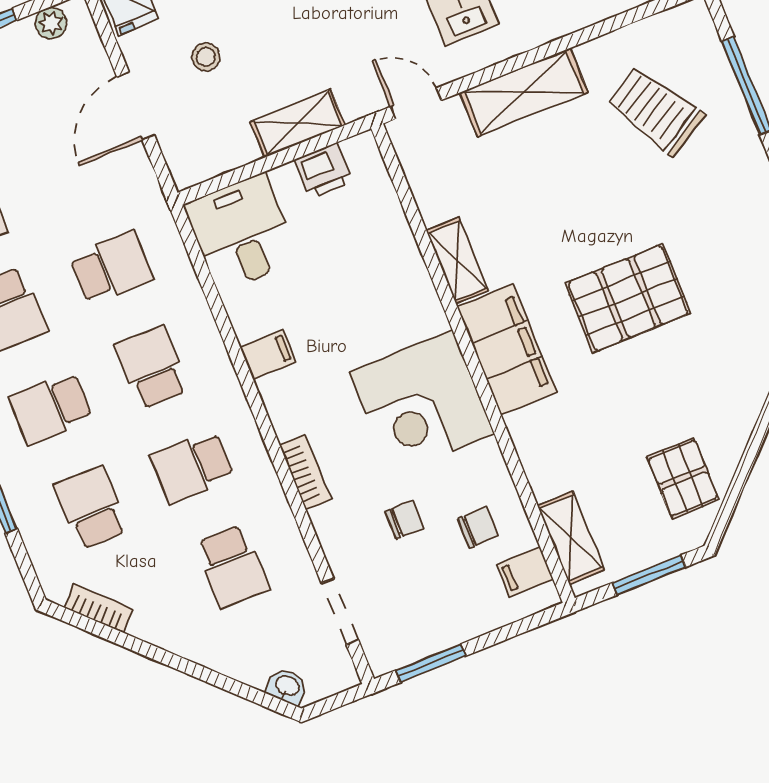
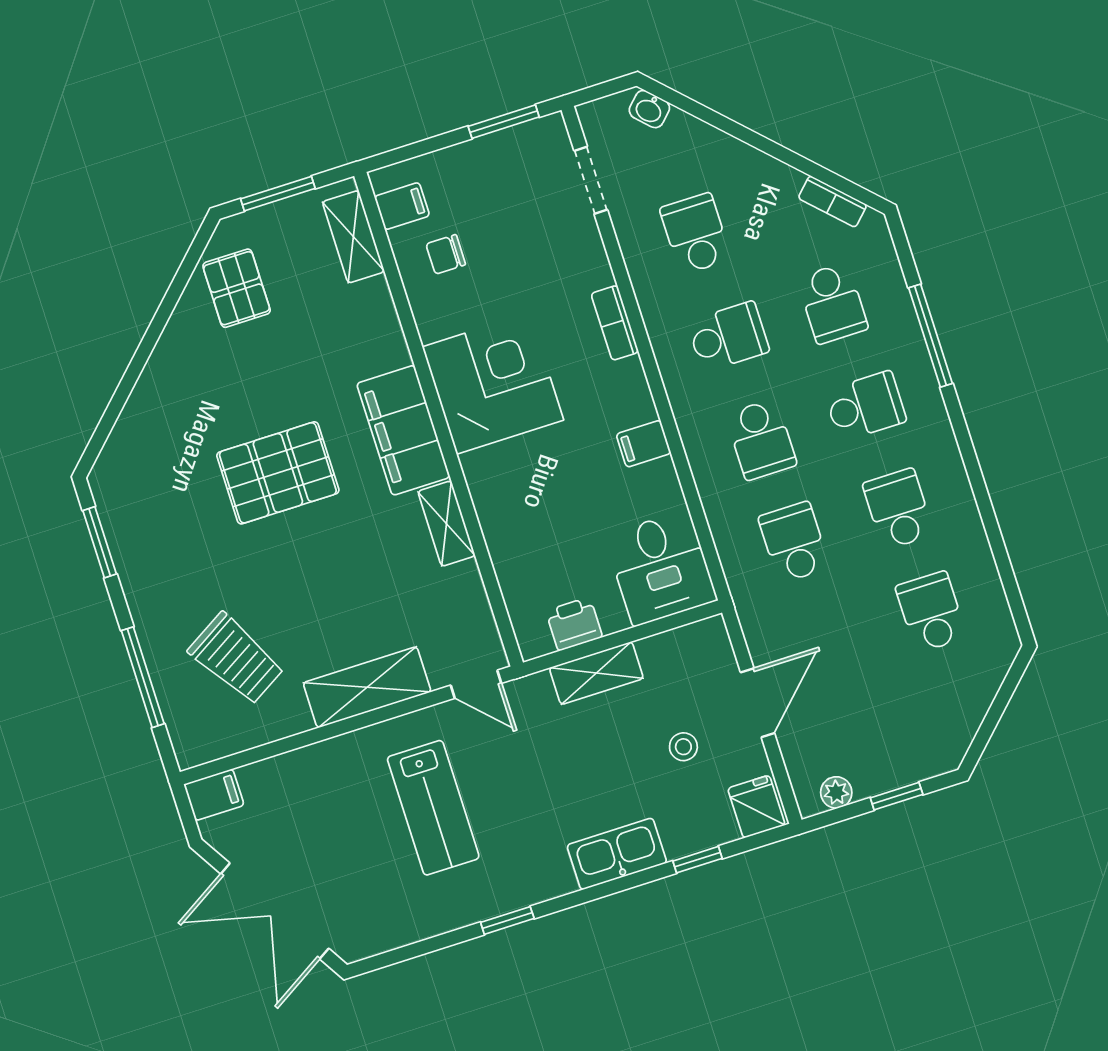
school desk: (112, 268) -> (794, 542), turned 90
chair: (405, 520) -> (519, 267), removed

